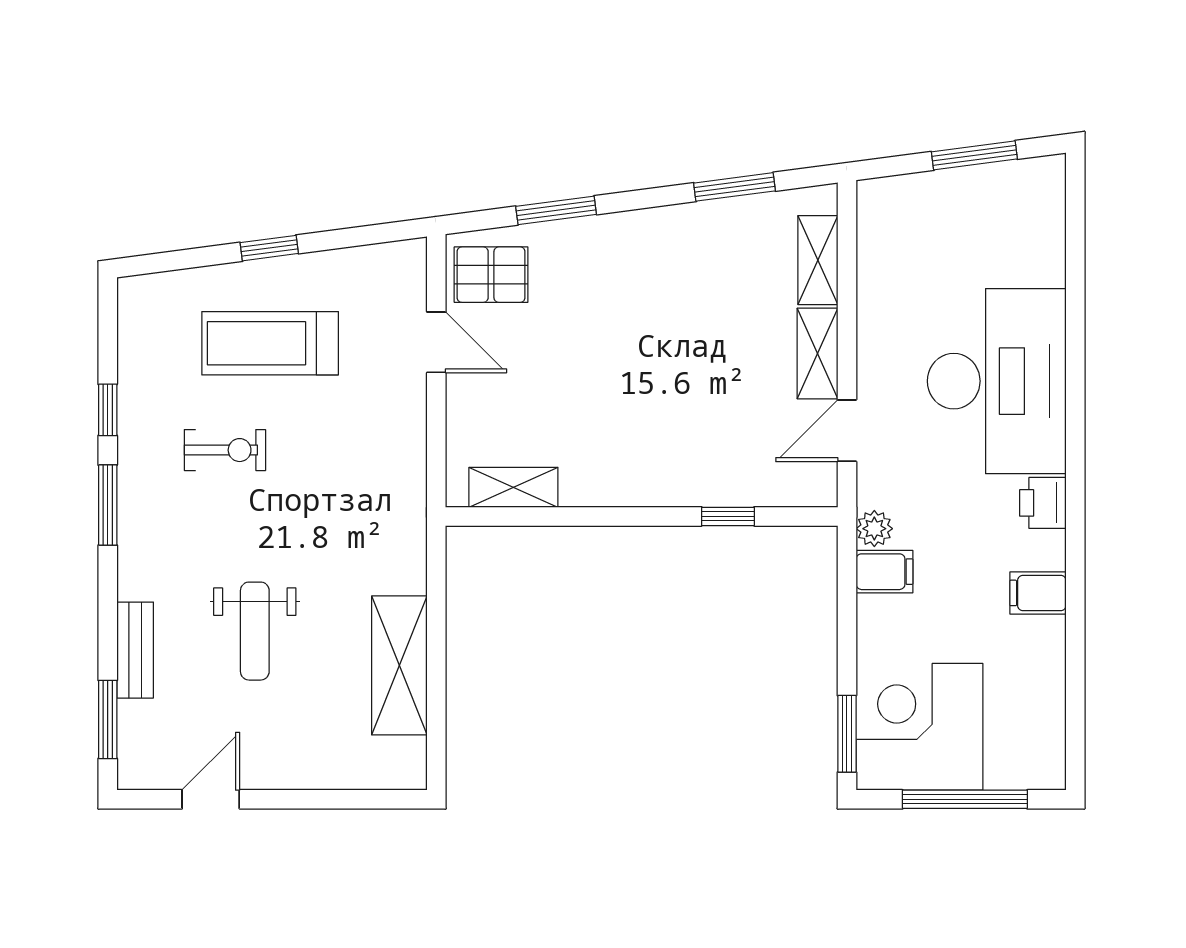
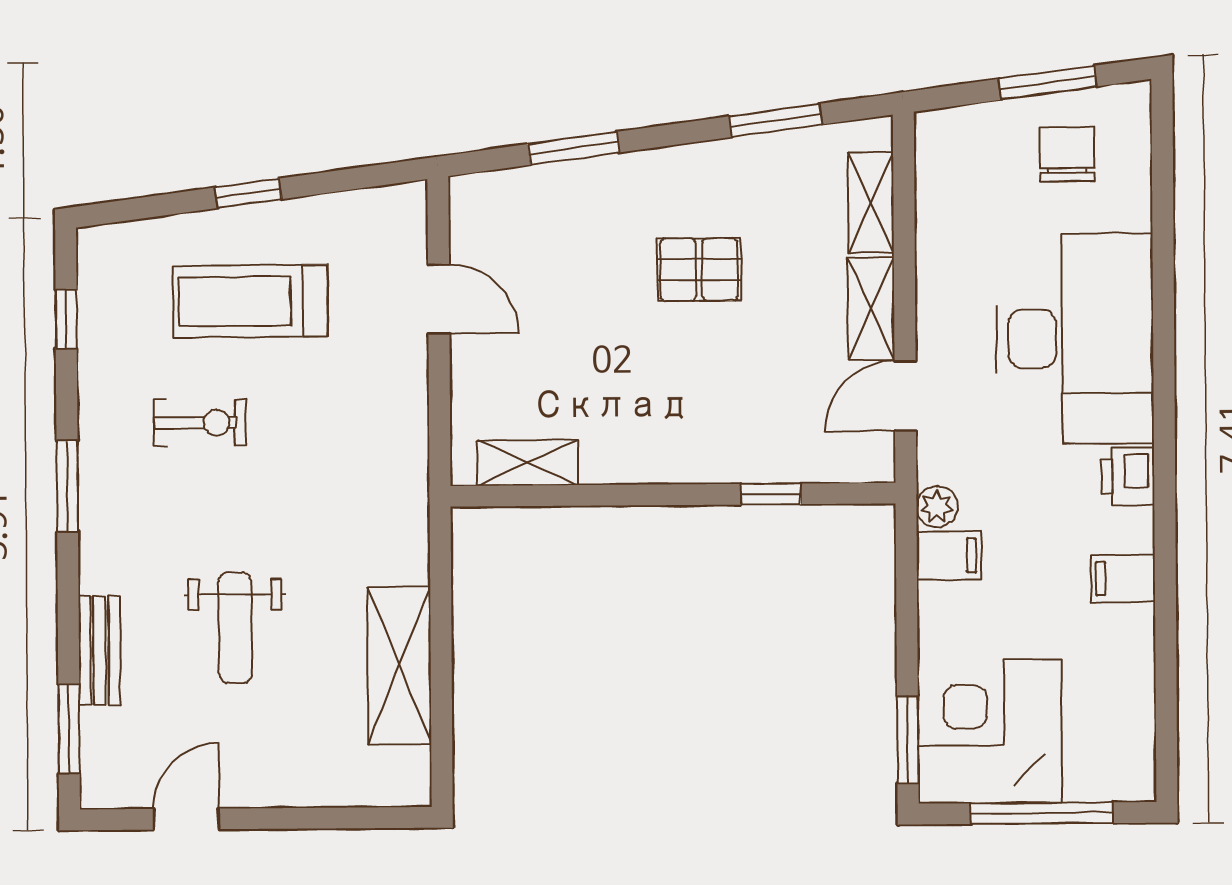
chair: (991, 219) -> (1067, 154), added
pallet: (491, 275) -> (699, 270), moved
window: (108, 410) -> (66, 319), moved

